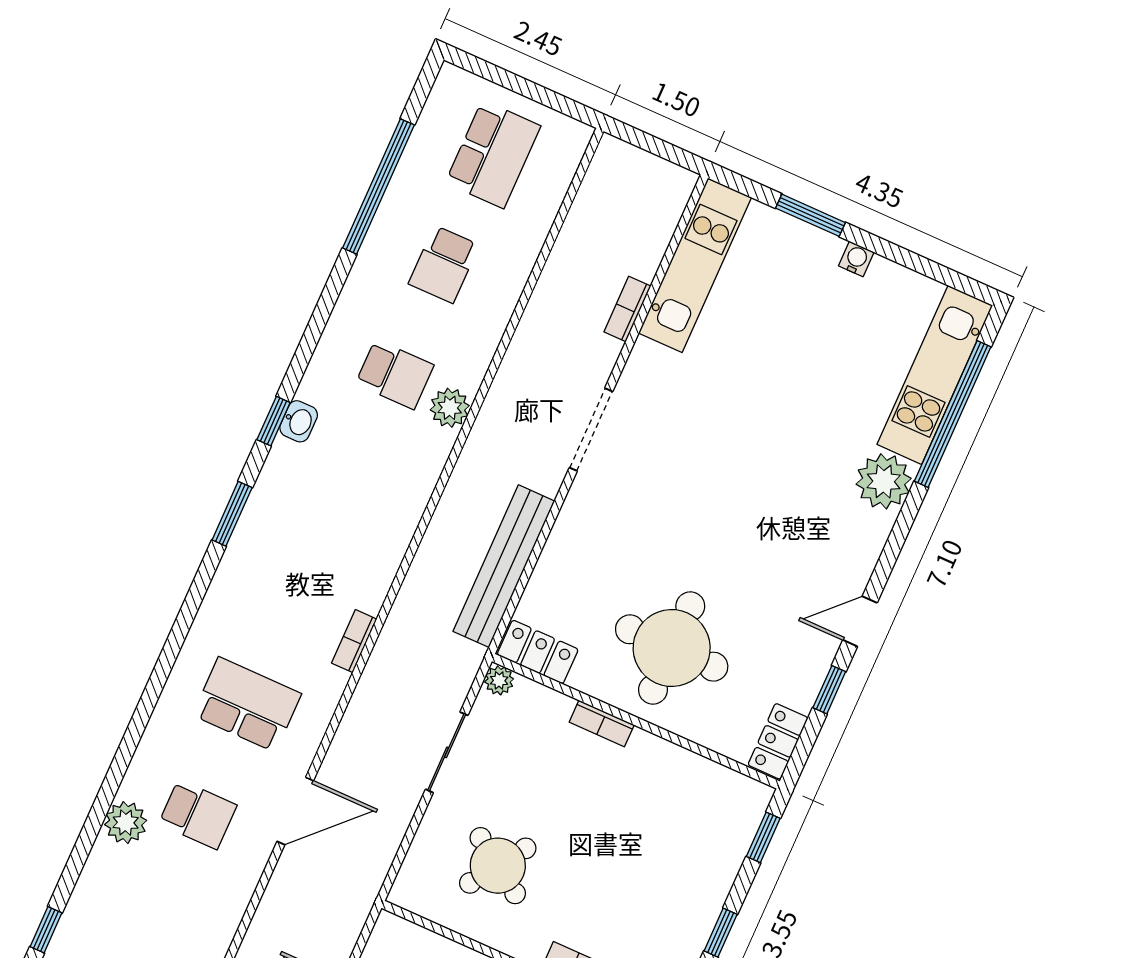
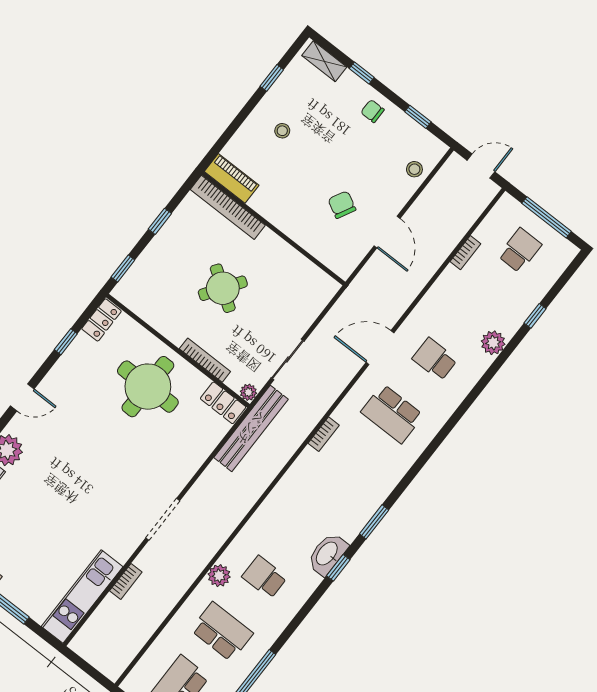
school desk: (444, 264) -> (222, 632), width x1.85
plant: (450, 408) -> (219, 576), moved
washbasin: (299, 421) -> (327, 554), width x1.91, depth x1.45
bench: (504, 566) -> (251, 428), moved
door: (860, 621) -> (22, 397), moved
bookcase: (602, 723) -> (205, 360), width x1.56
plant: (126, 823) -> (493, 343), moved
round table: (498, 866) -> (223, 288), moved

